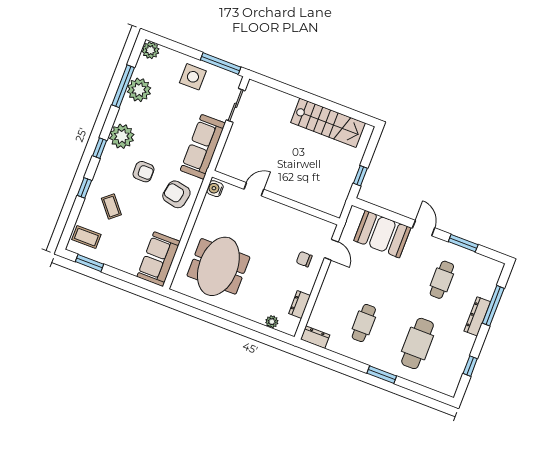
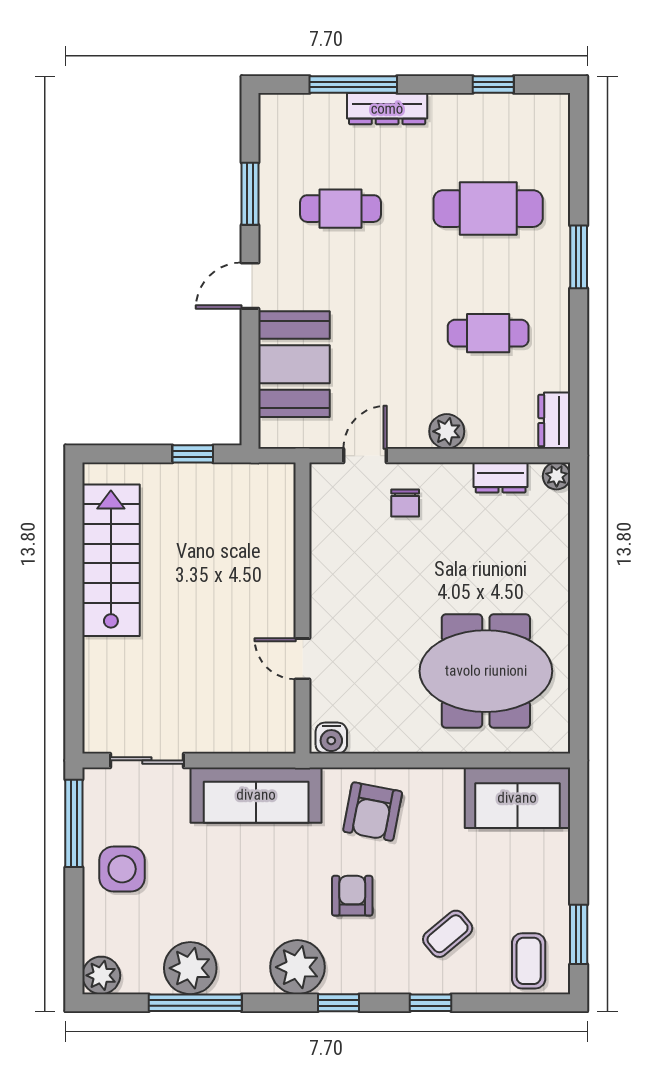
plant: (328, 289) -> (447, 431), added
plant: (272, 322) -> (557, 476), moved

